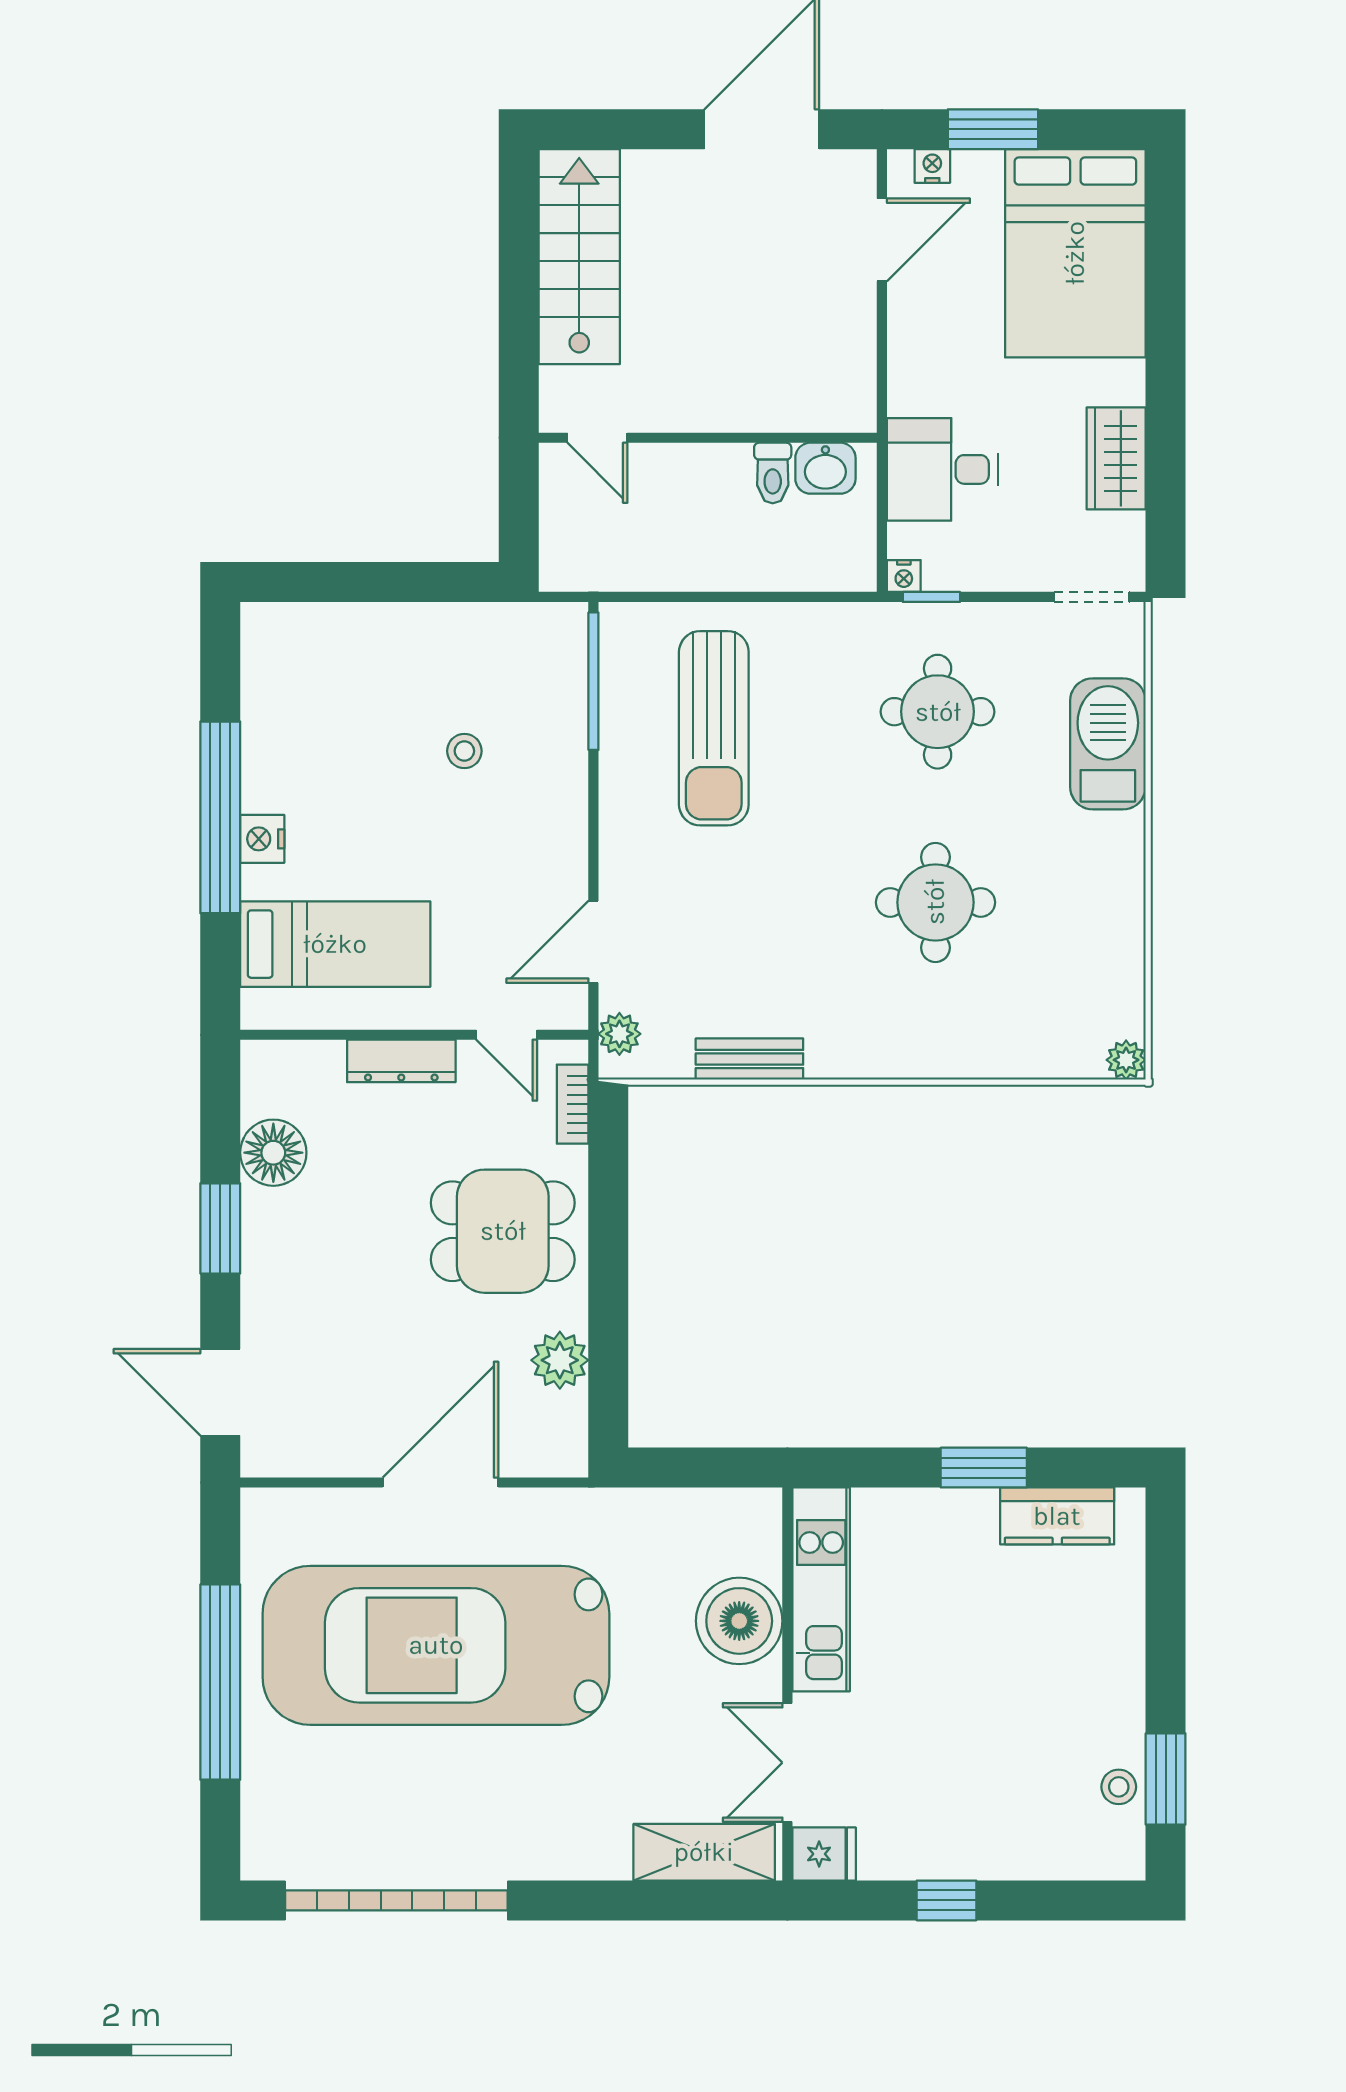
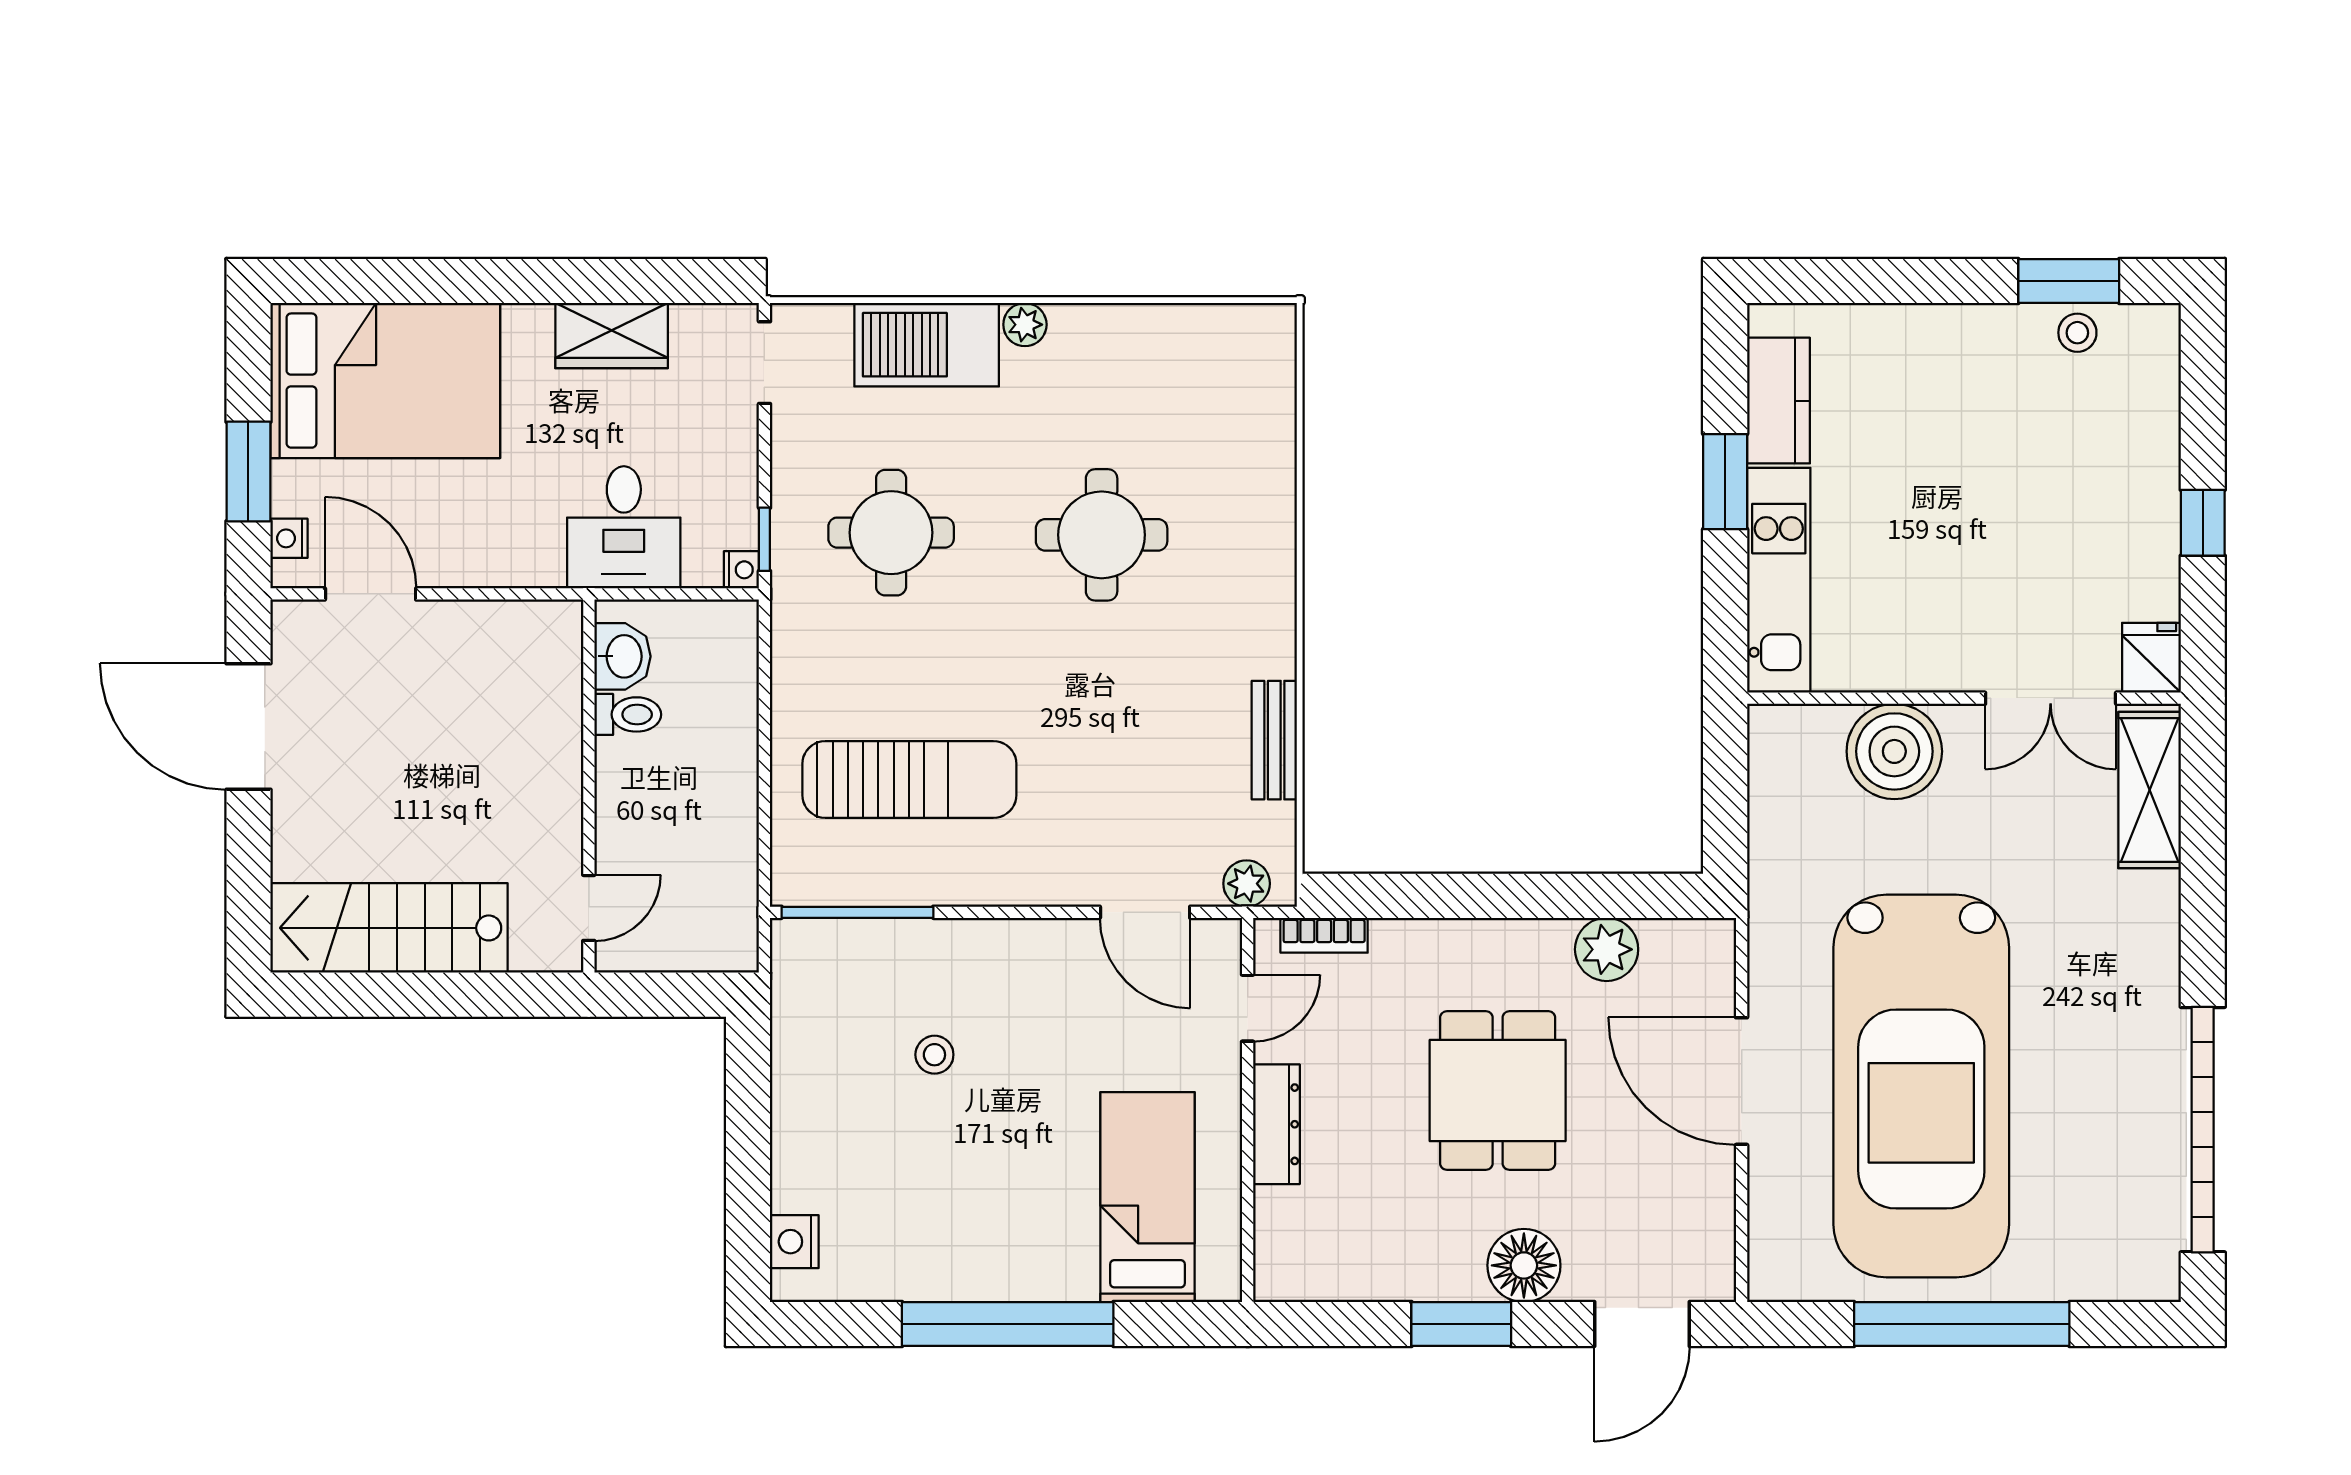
nightstand: (262, 839) -> (794, 1242), moved, turned 90
plant: (1126, 1060) -> (1025, 325), moved
floor lamp: (273, 1153) -> (1524, 1265), moved
dining table: (503, 1231) -> (1498, 1091), moved
kitchen unit: (821, 1589) -> (1779, 580), moved, turned 90

